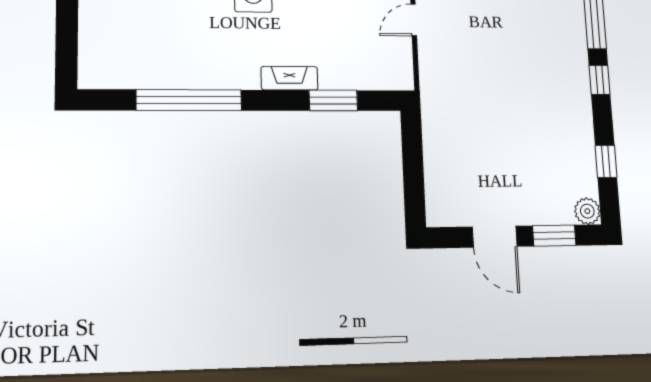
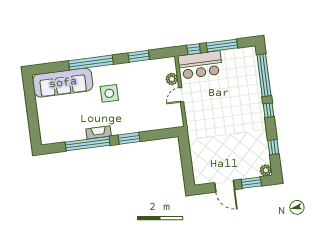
fireplace: (289, 78) -> (99, 132), moved
window: (333, 100) -> (129, 138), moved

